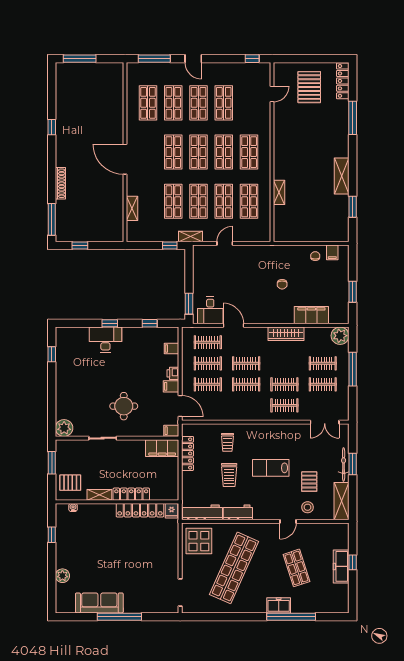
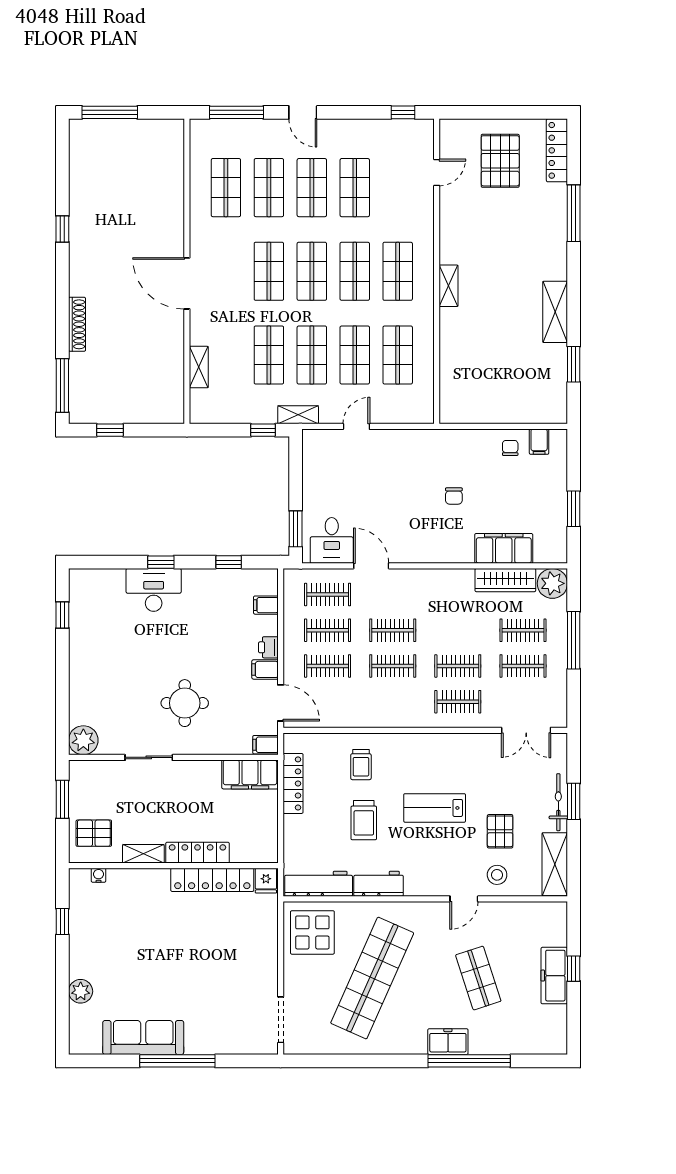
shelving: (279, 192) -> (449, 286), moved
wardrobe: (286, 334) -> (505, 580), moved

